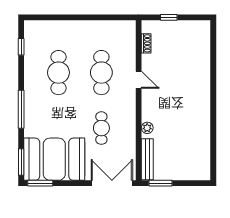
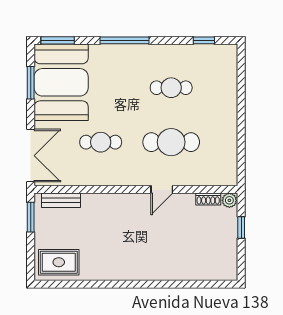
cafe table: (58, 73) -> (171, 88), width x0.73, depth x0.74
plant: (147, 128) -> (229, 200), moved
bench: (147, 159) -> (61, 200), width x0.73
rug: (196, 161) -> (59, 262), added
window: (40, 183) -> (31, 83), moved

